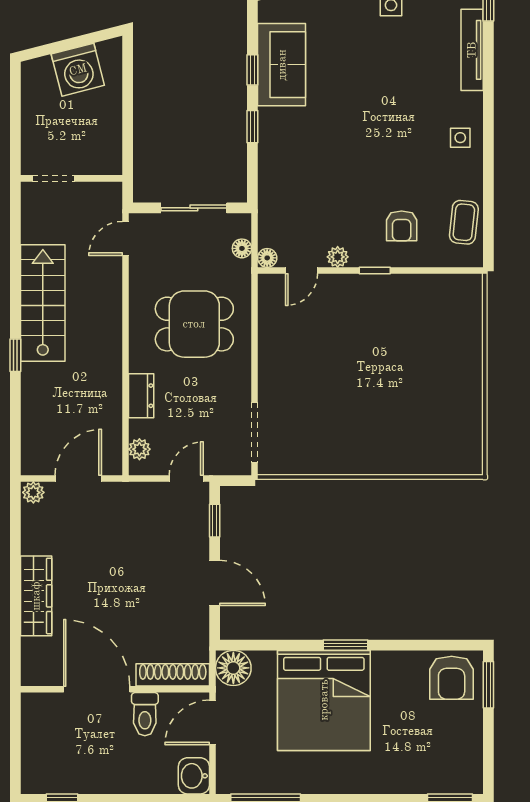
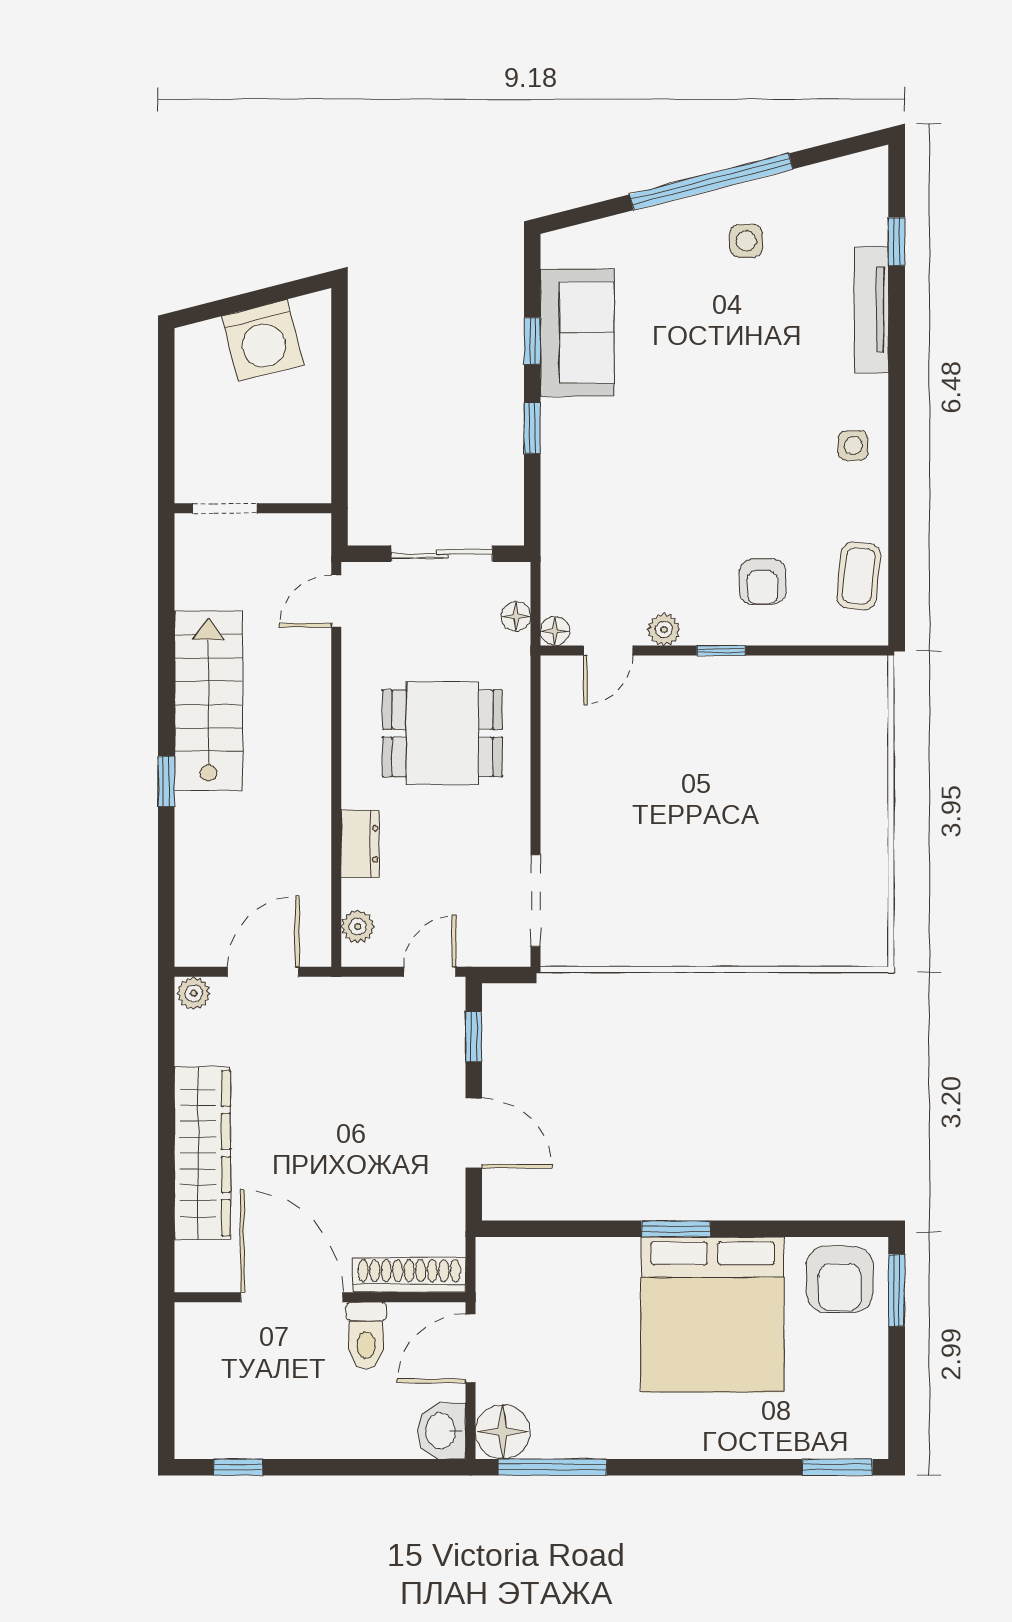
wardrobe: (36, 596) -> (202, 1153), width x1.40, depth x1.17
floor lamp: (233, 668) -> (503, 1432), moved
bed: (324, 700) -> (712, 1314), moved

